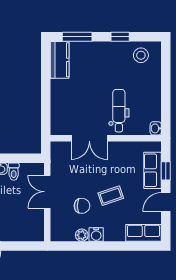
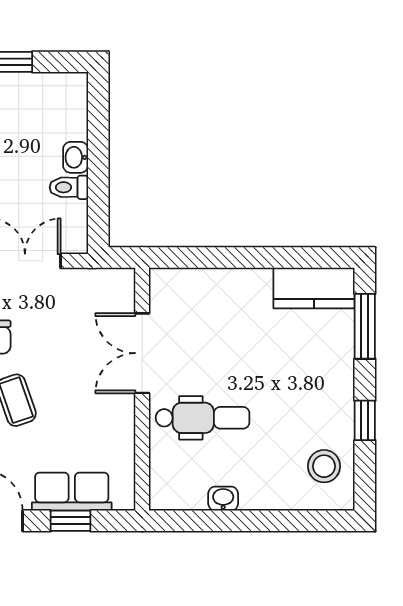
washbasin: (156, 128) -> (223, 499), moved

